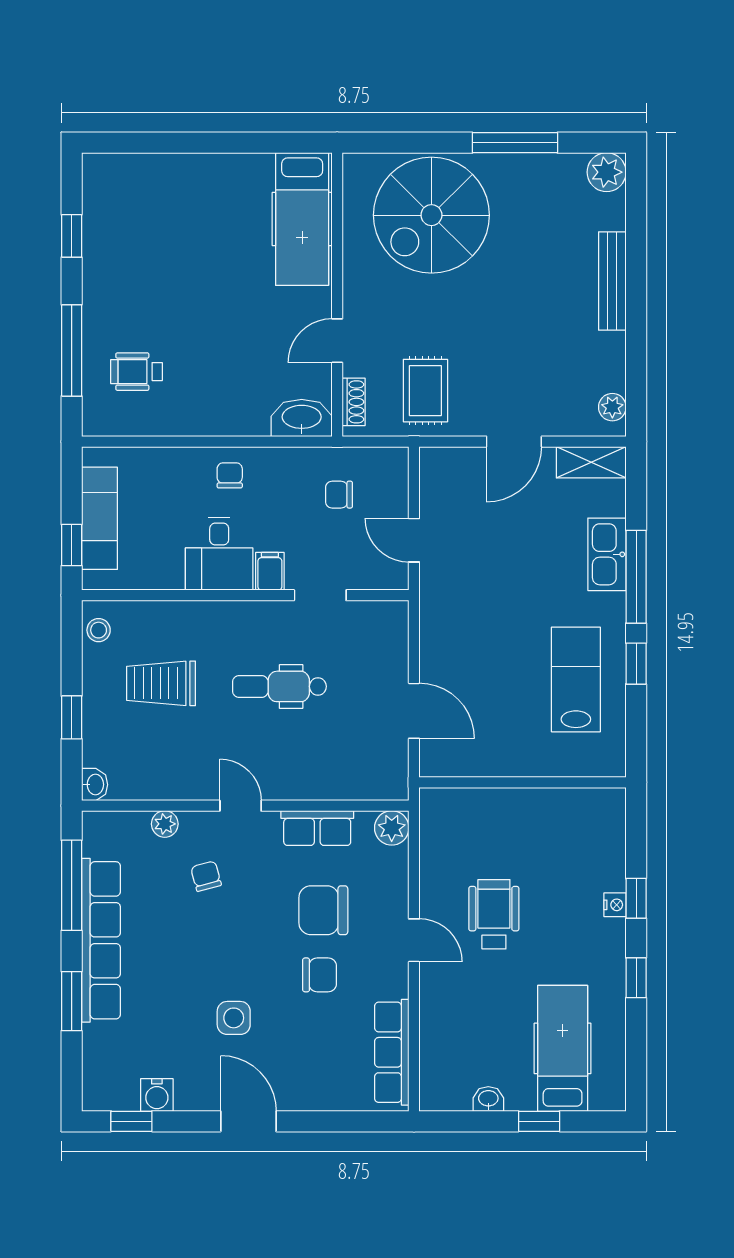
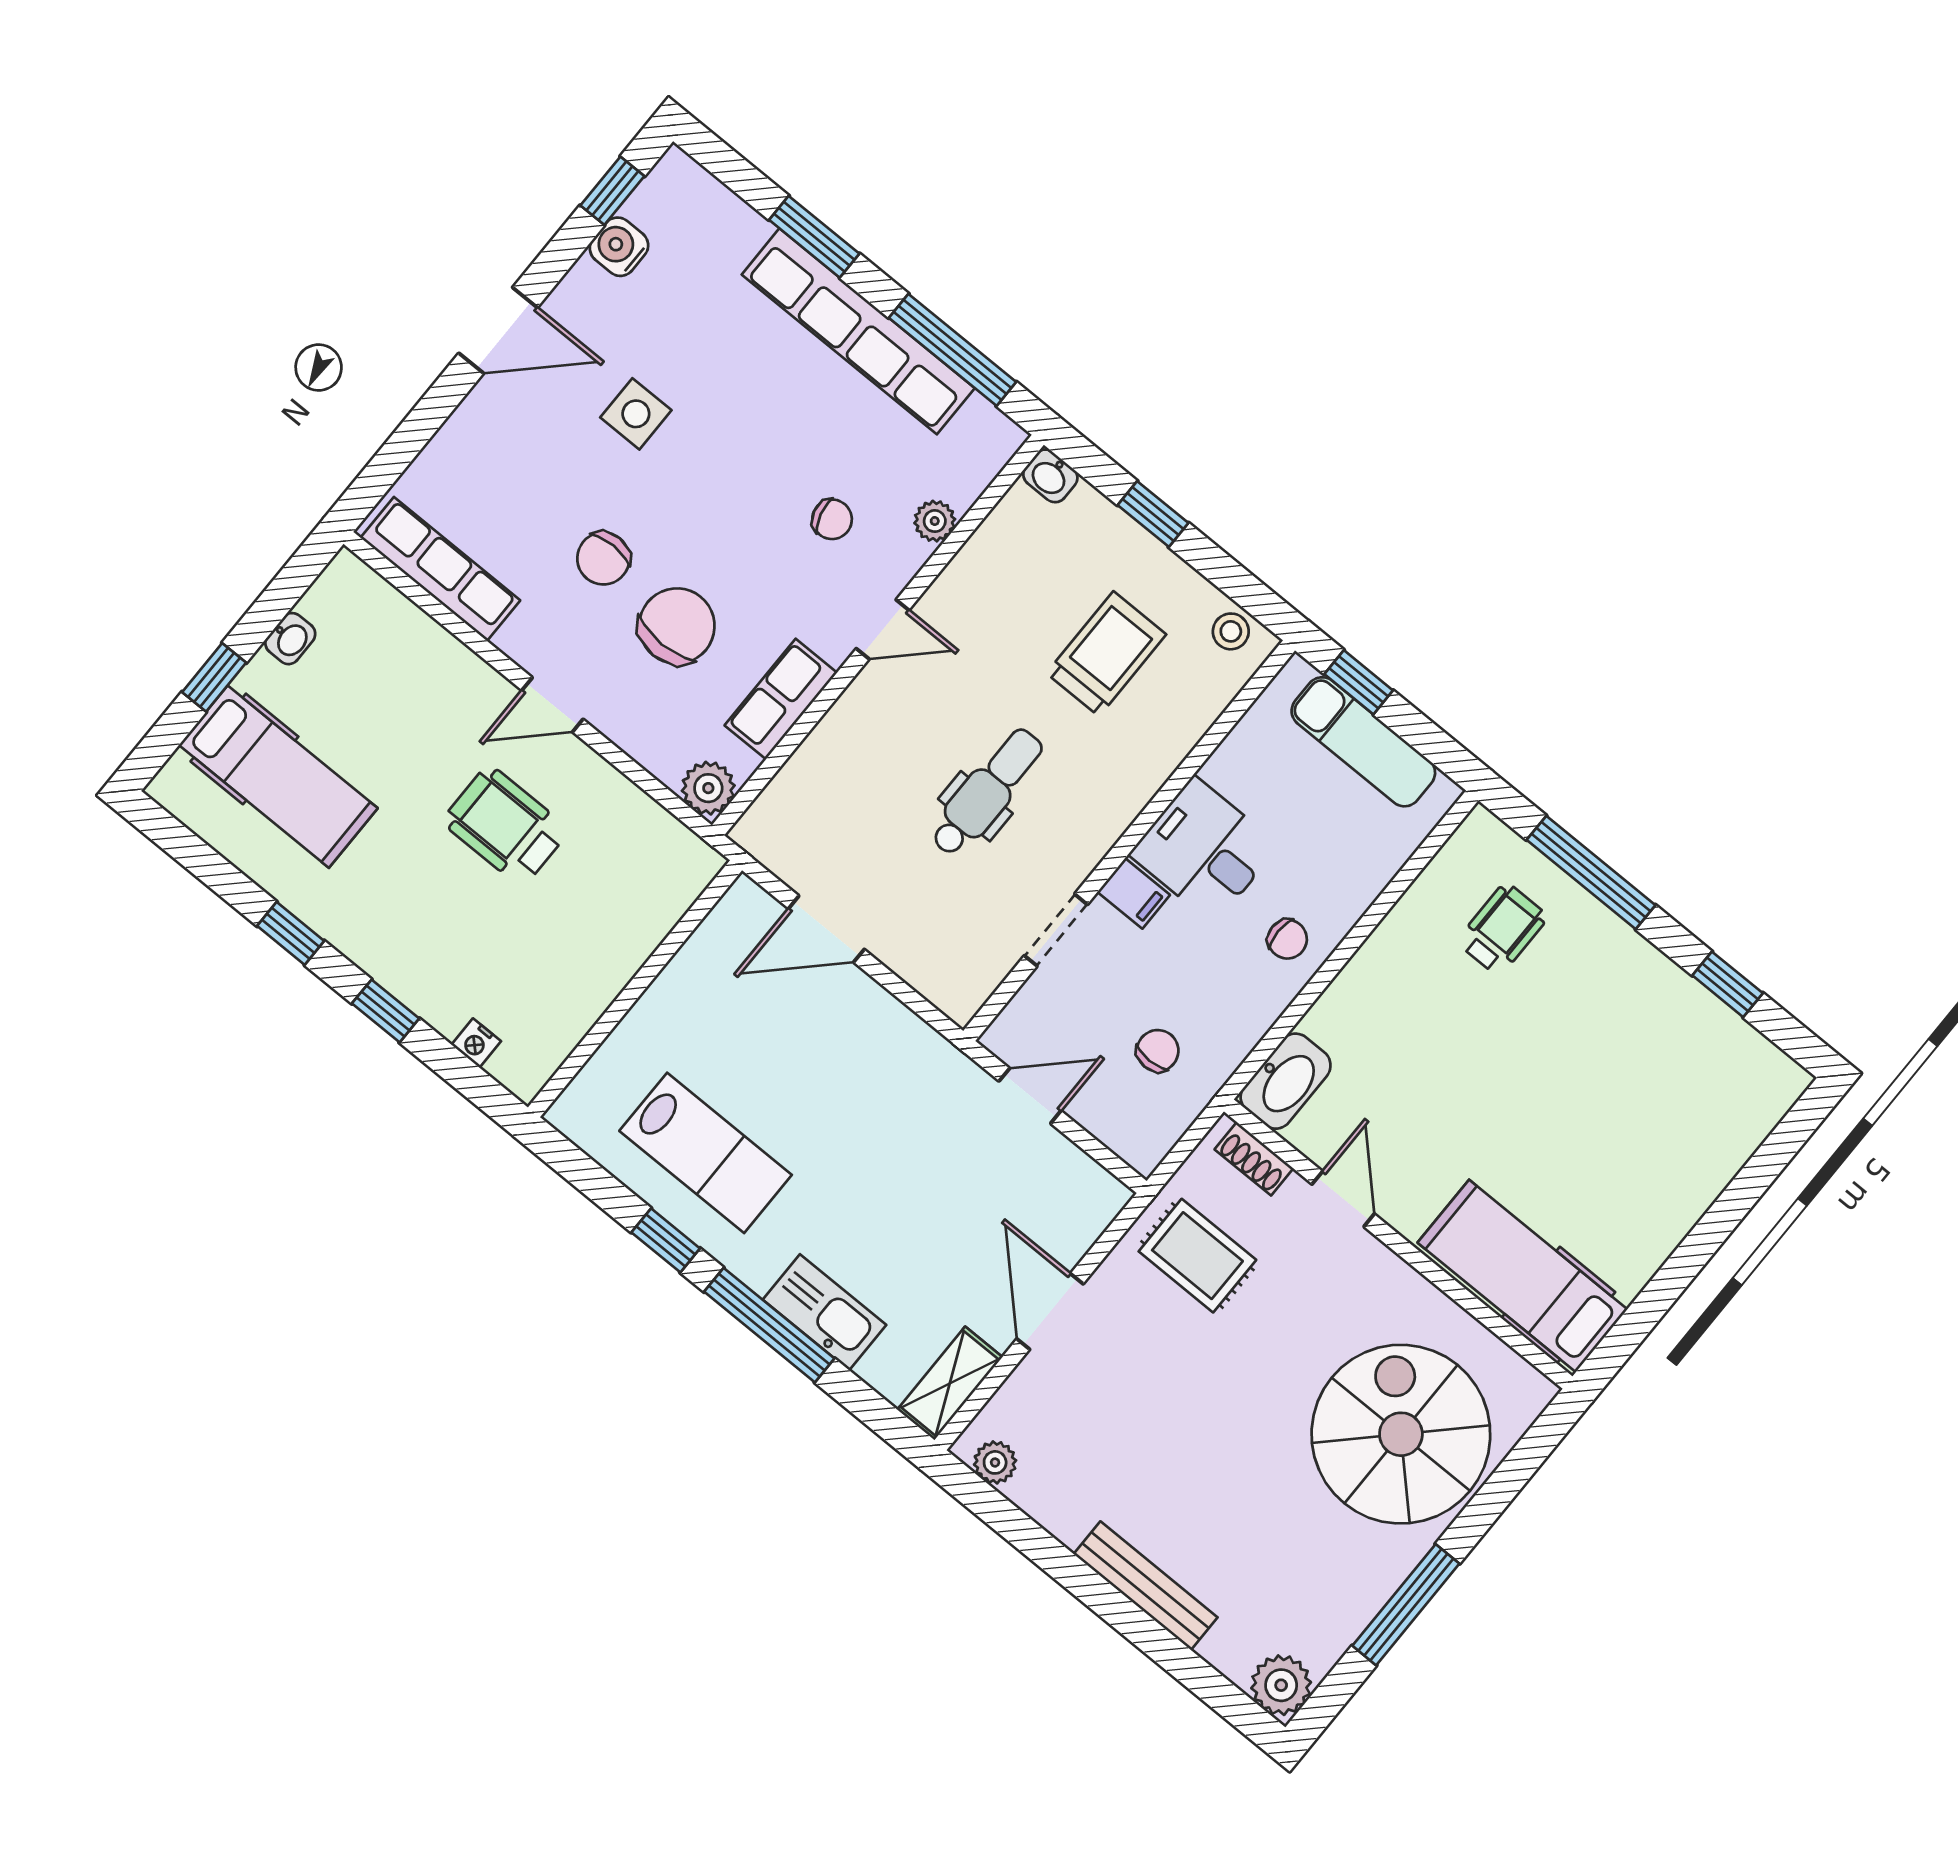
nightstand: (615, 905) -> (476, 1043), moved
wheelchair: (494, 914) -> (505, 826), turned 180

